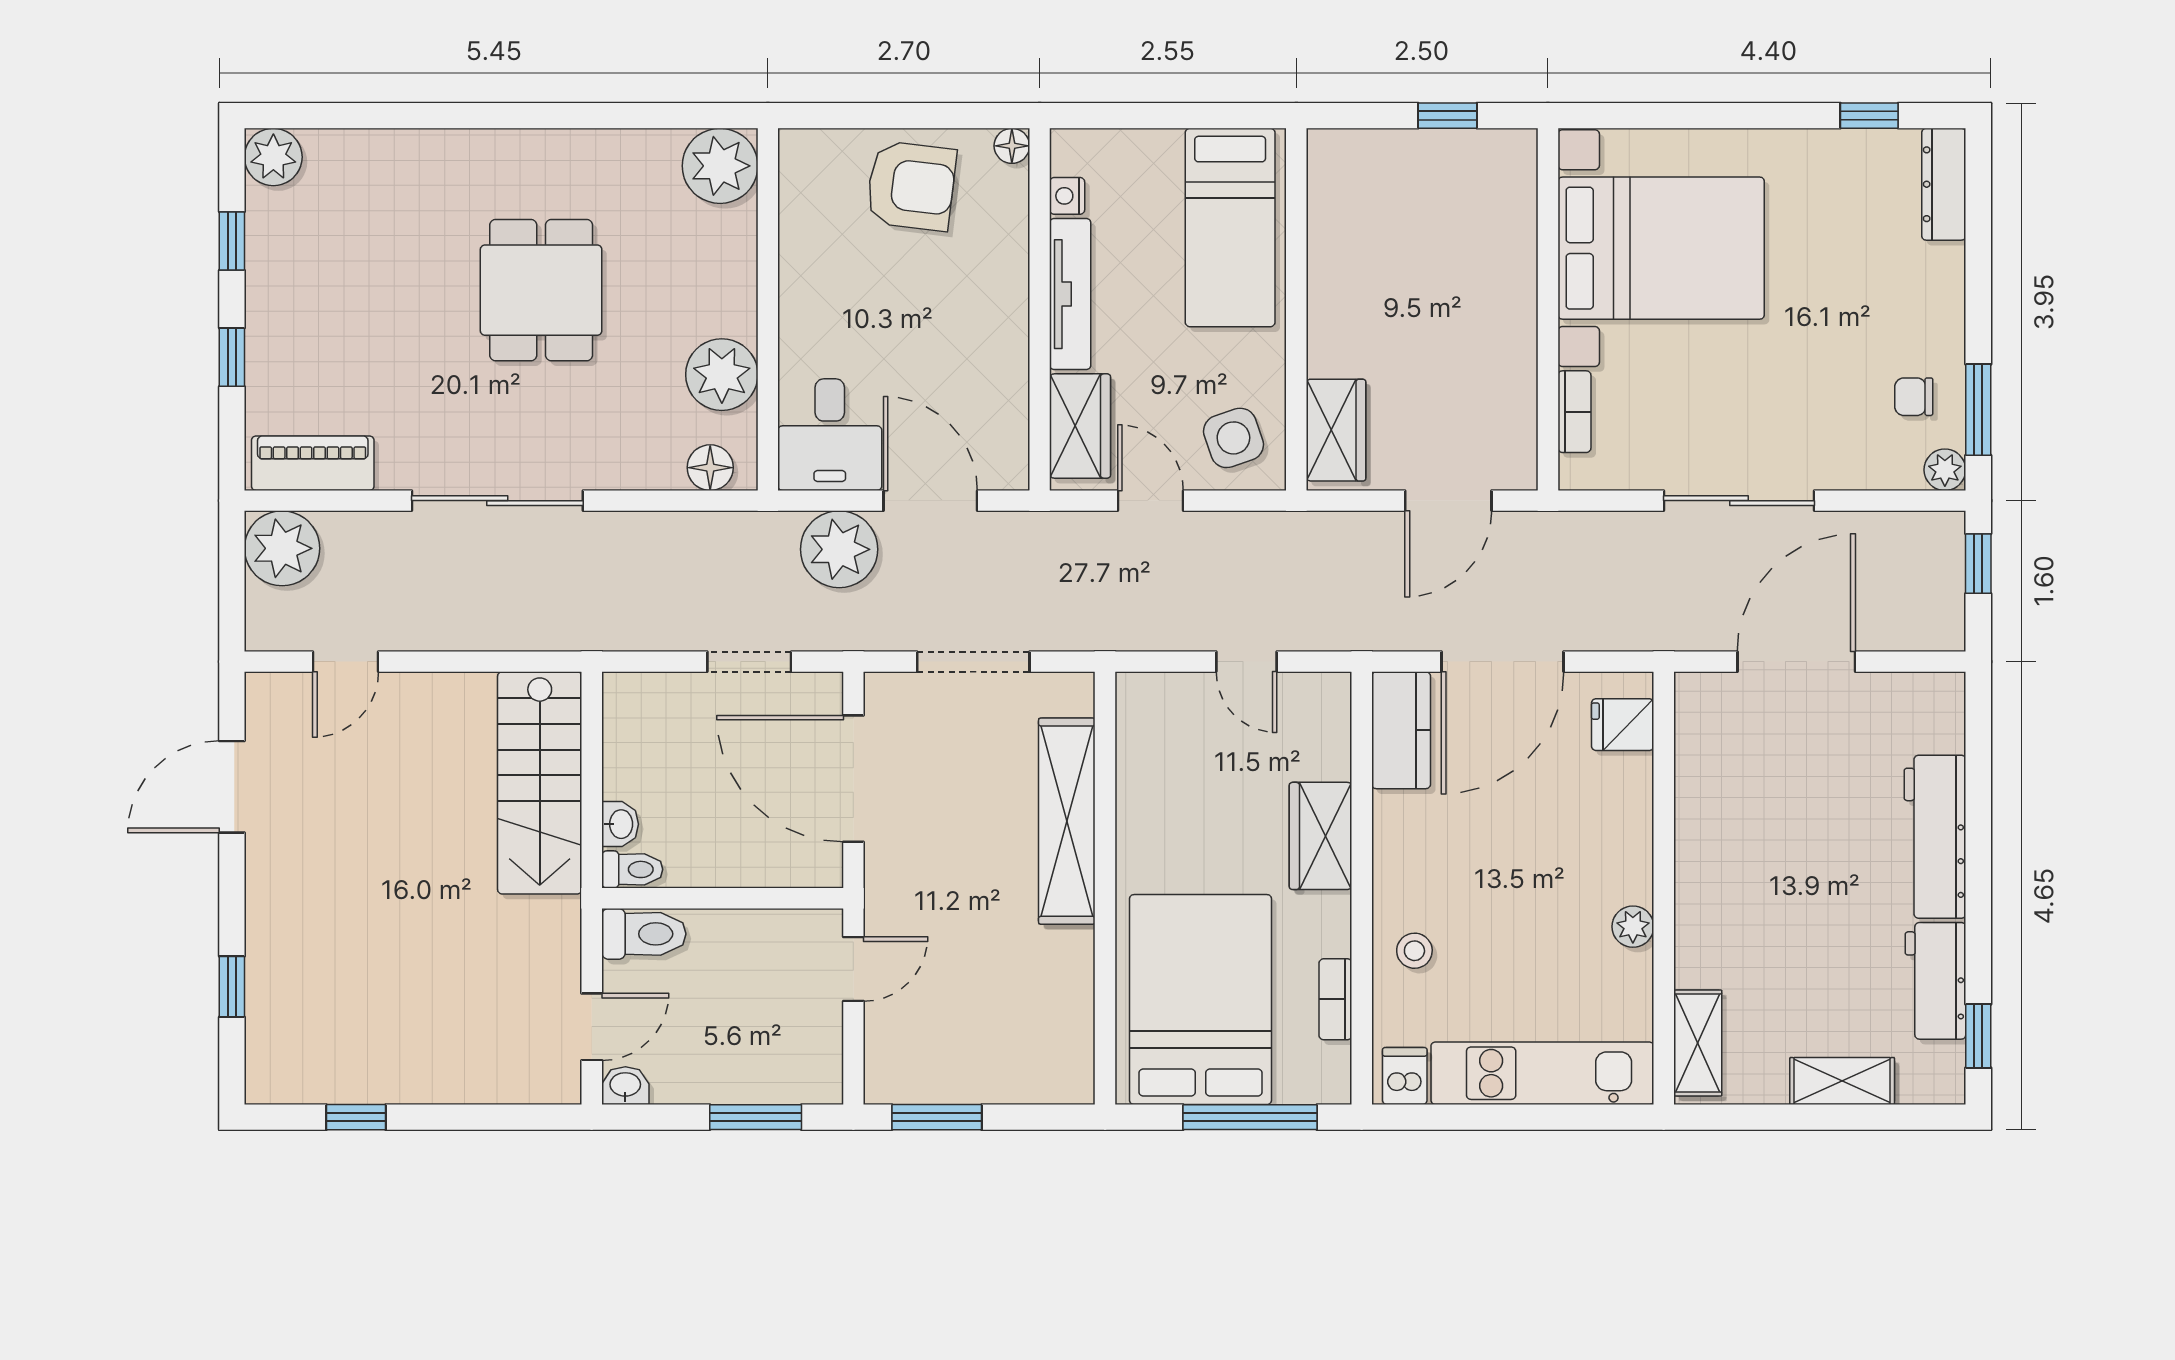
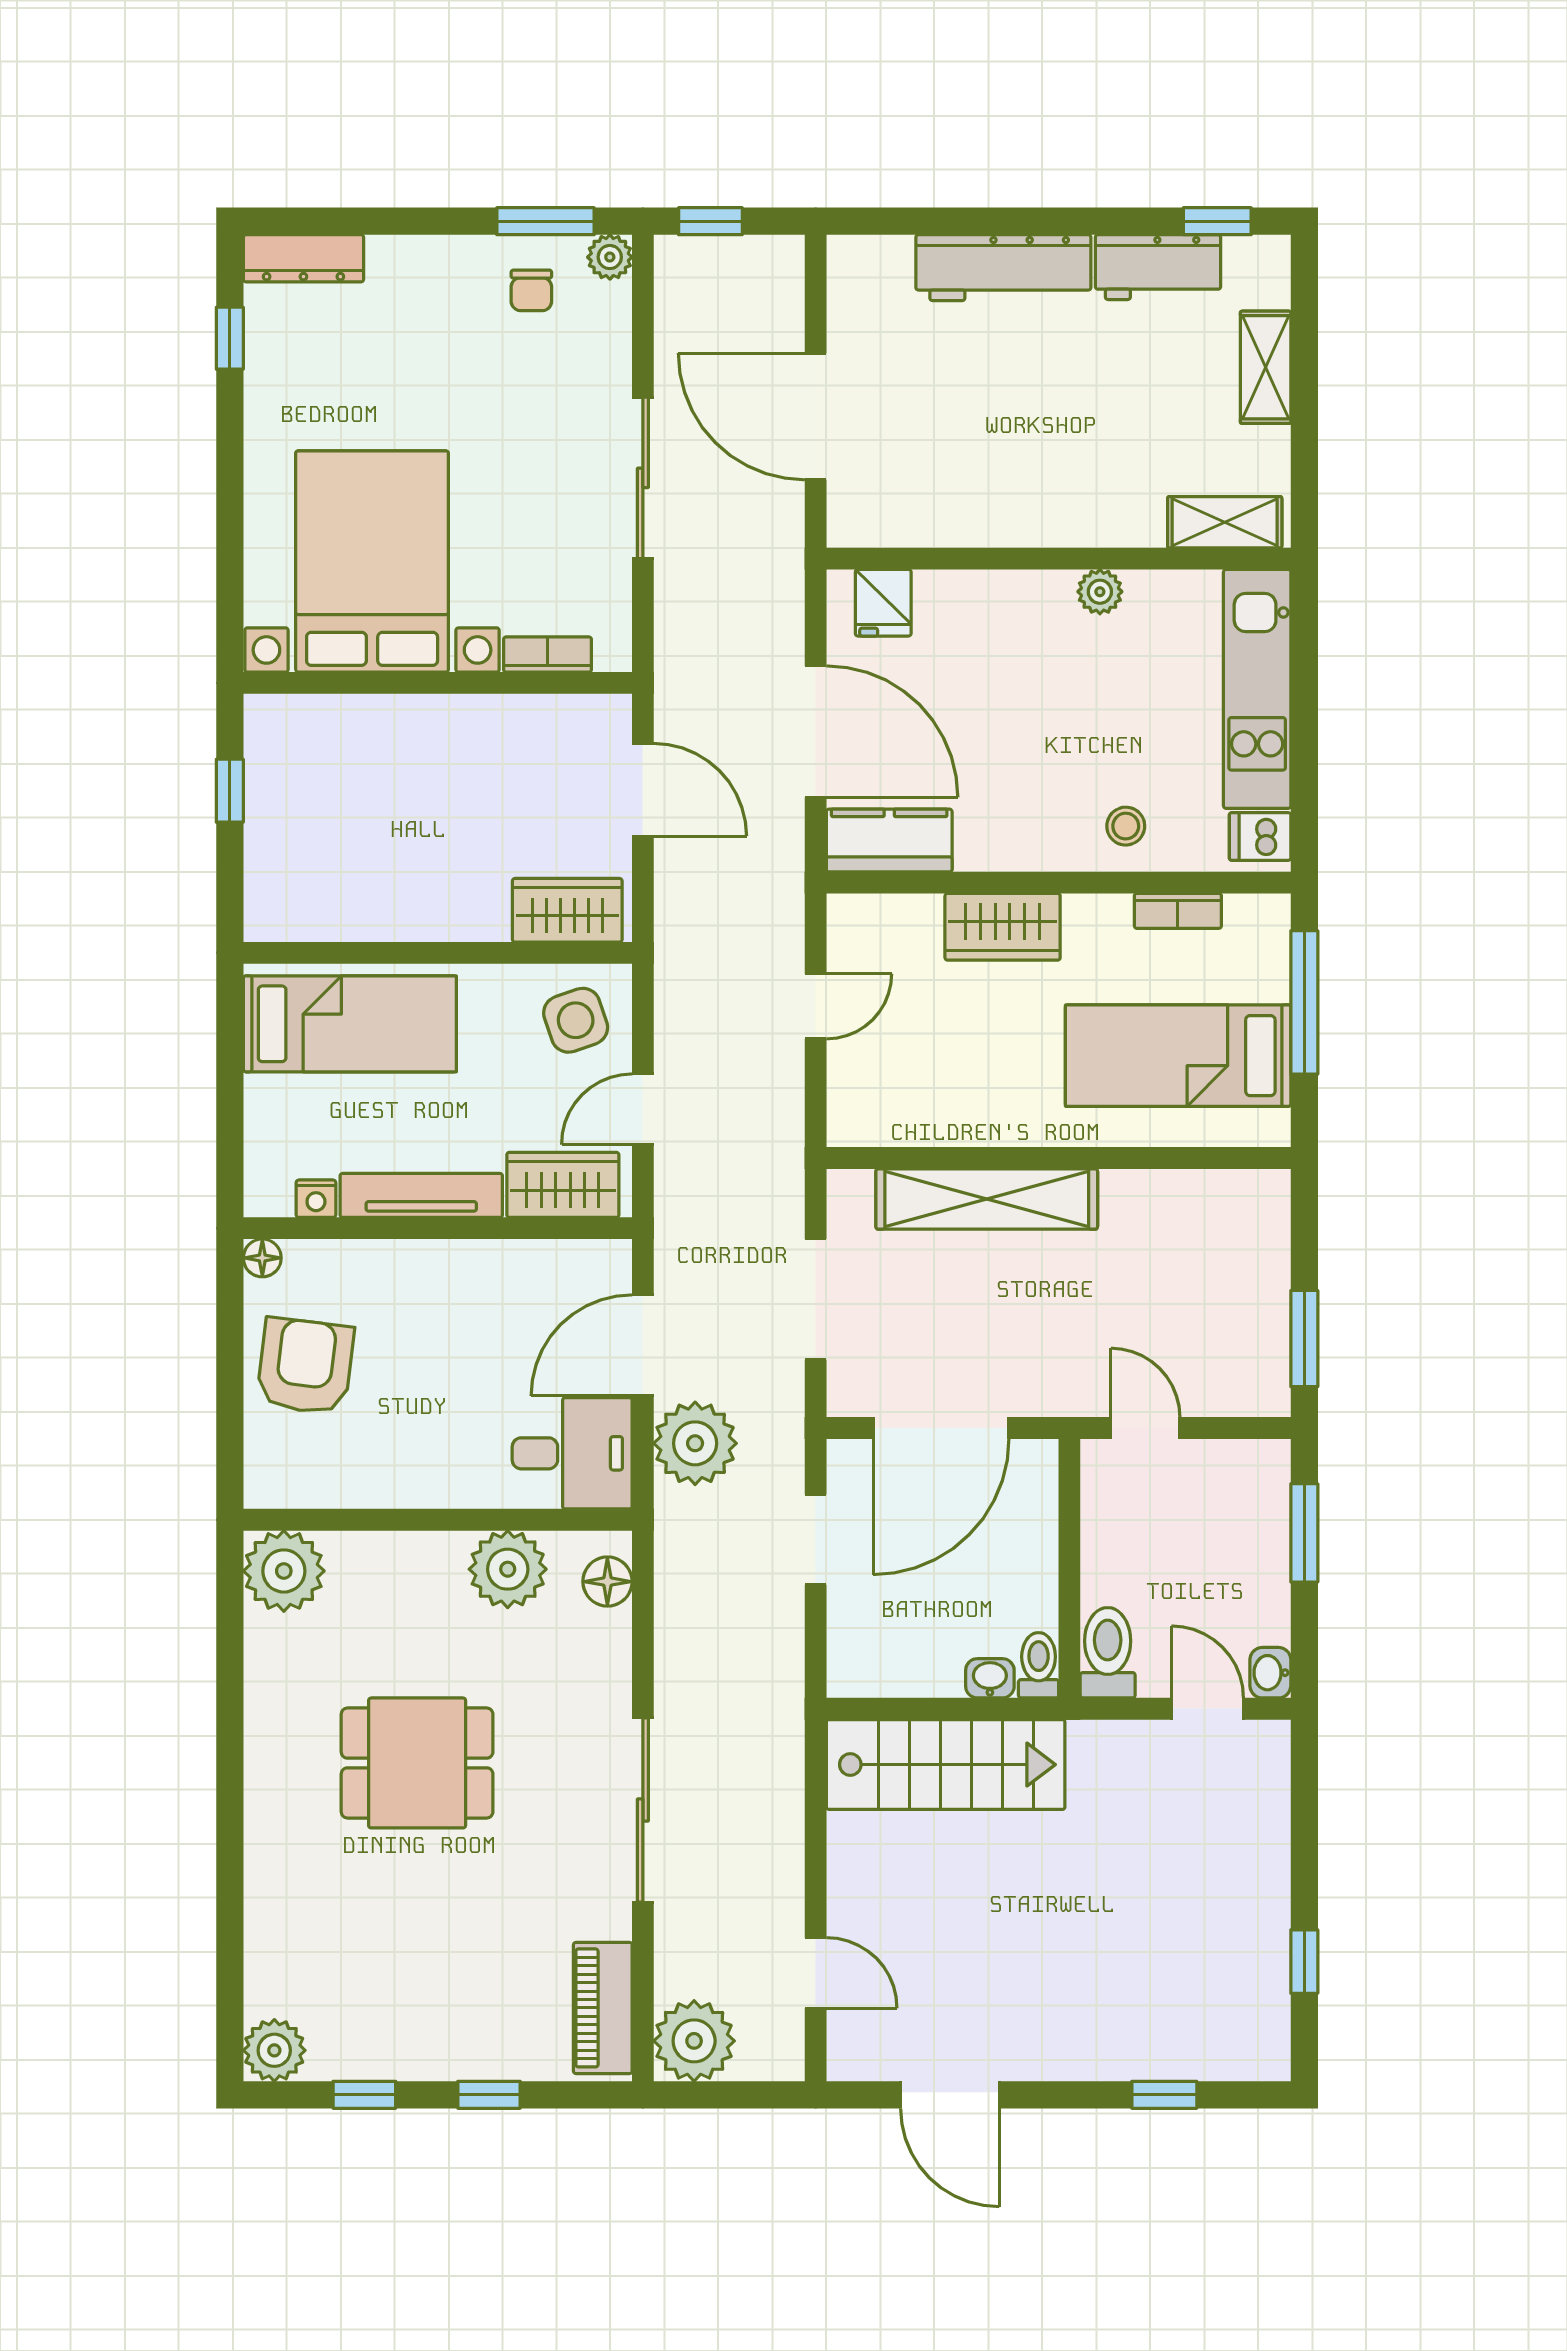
bed: (1201, 1000) -> (1178, 1056), width x0.67

